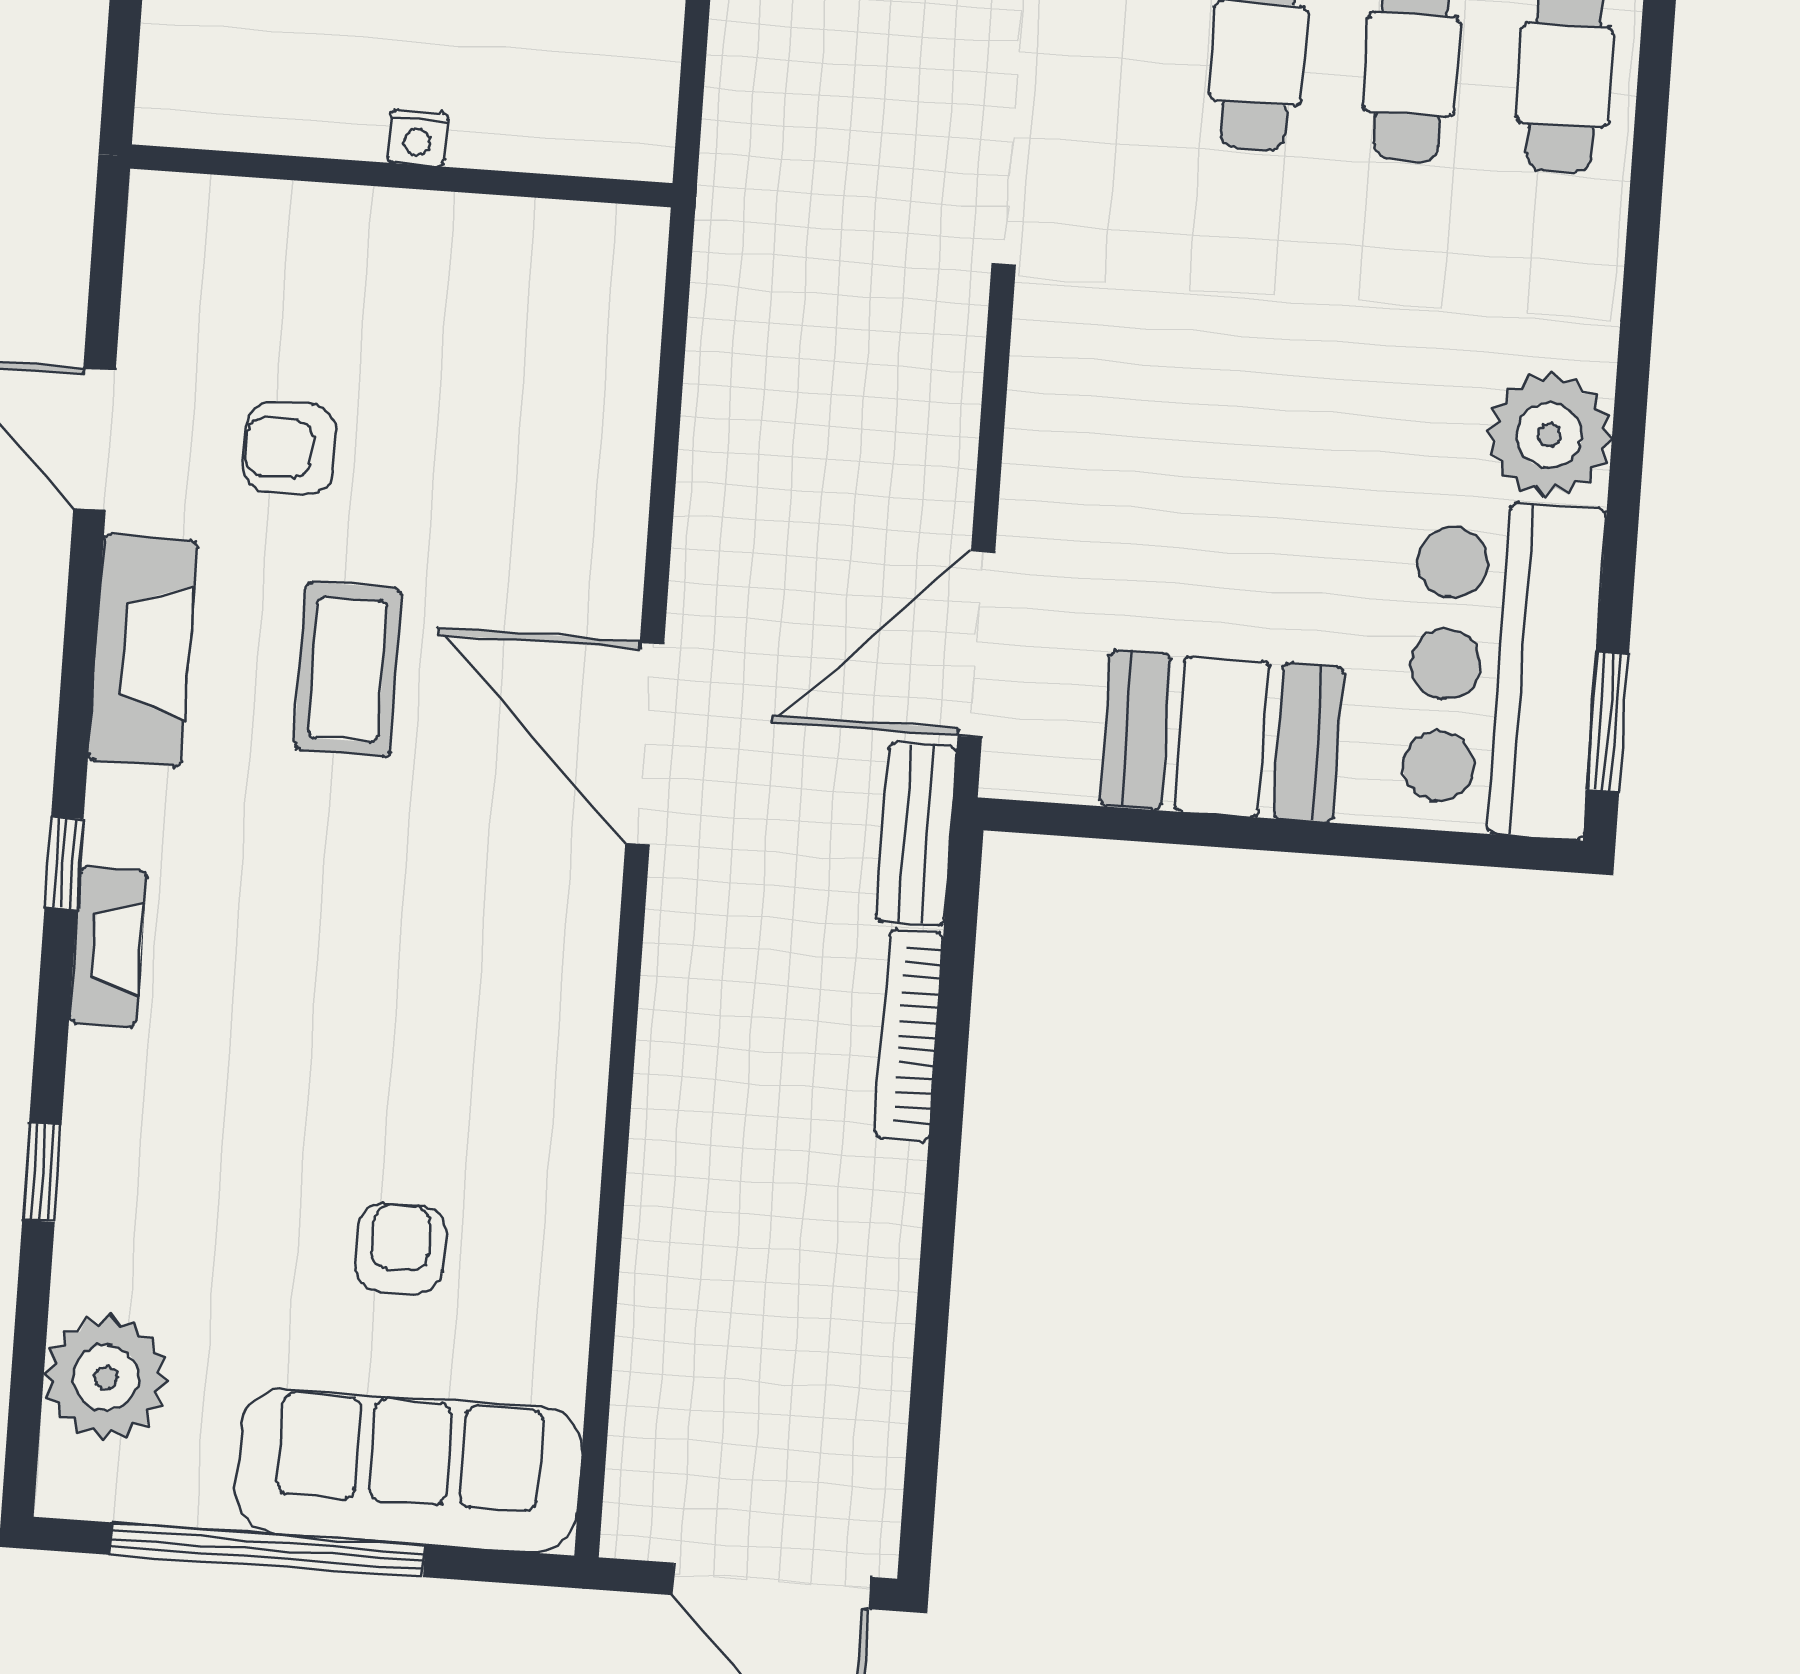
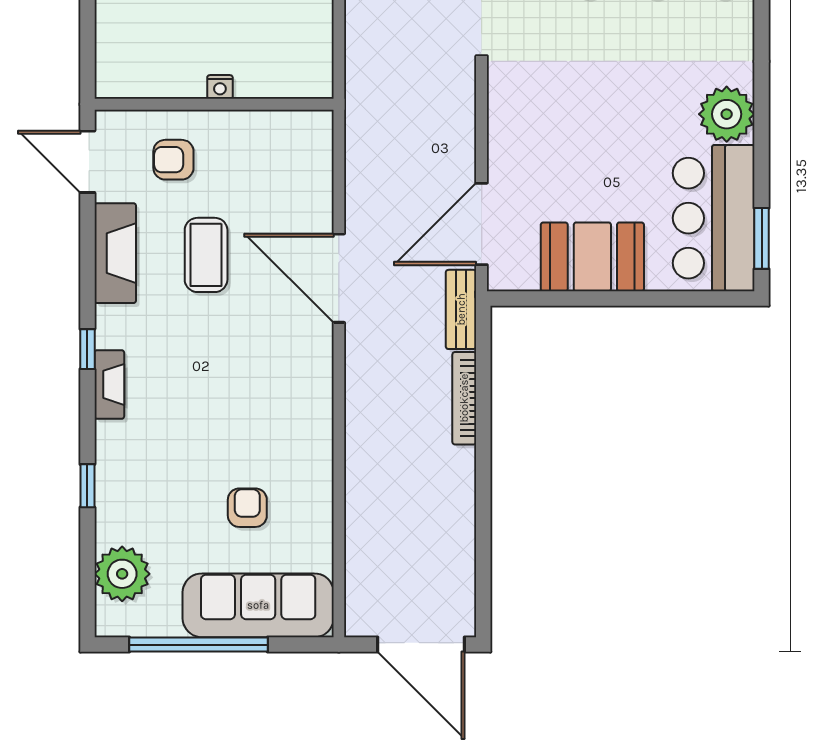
nightstand: (417, 138) -> (220, 87), moved
wall: (401, 176) -> (214, 104), moved

